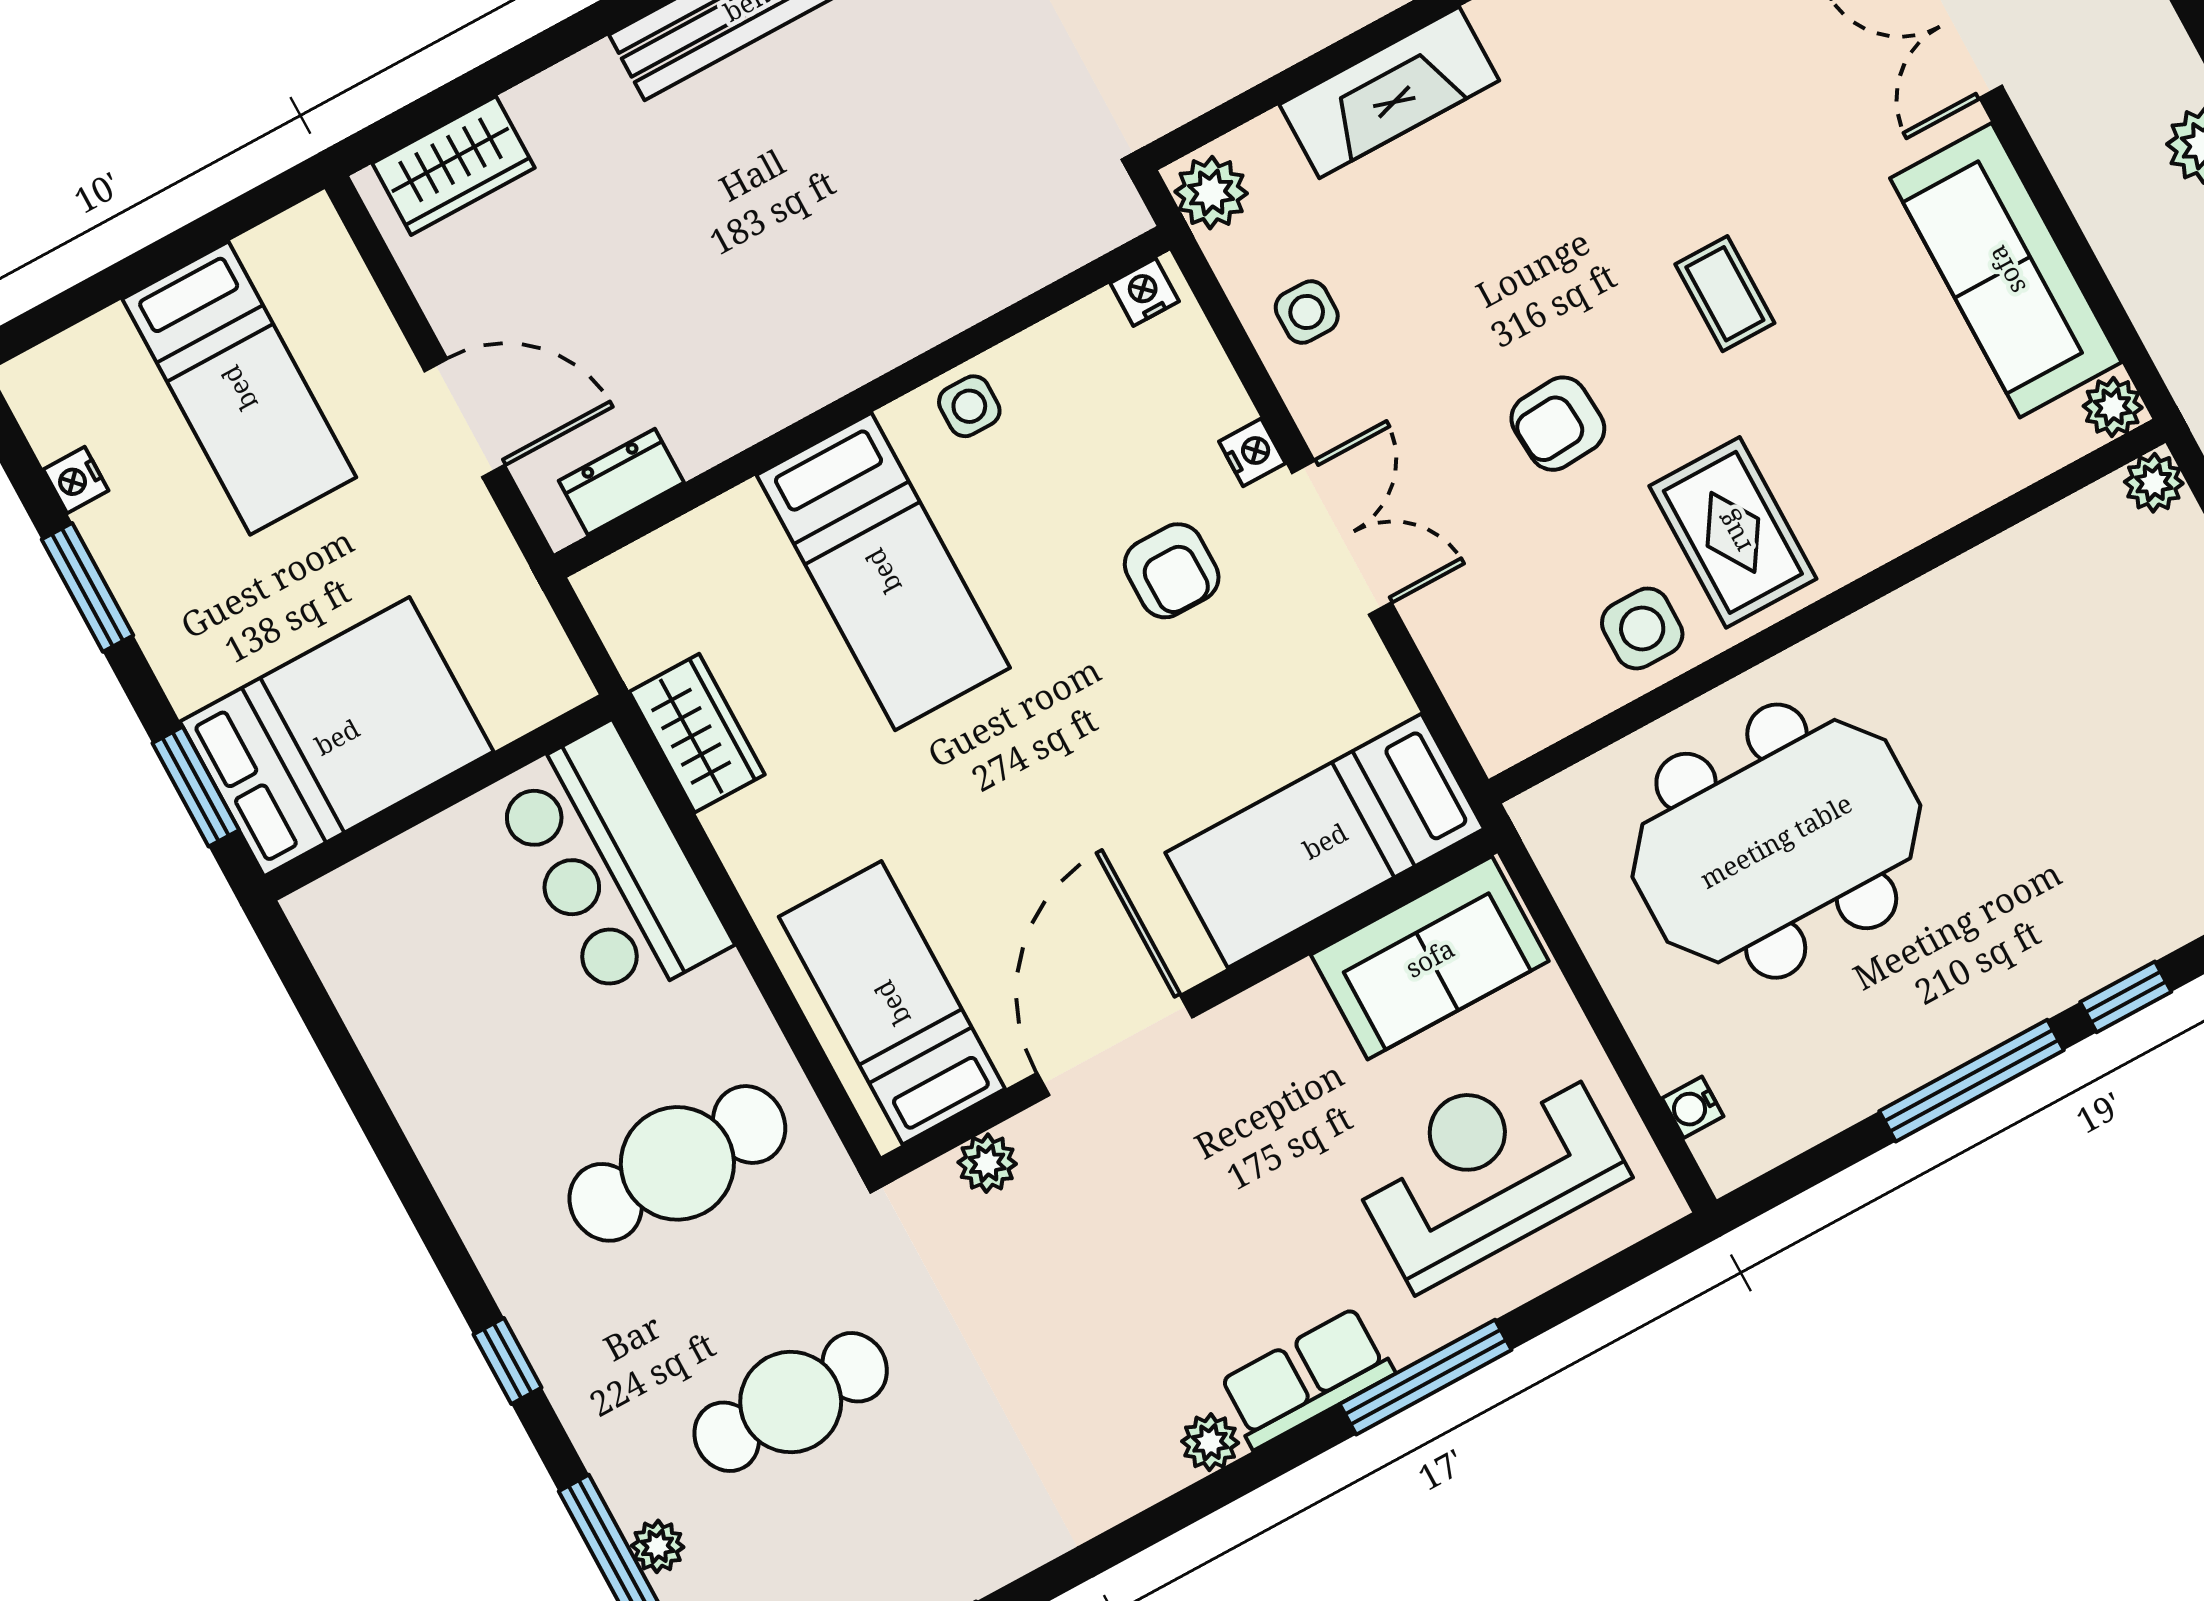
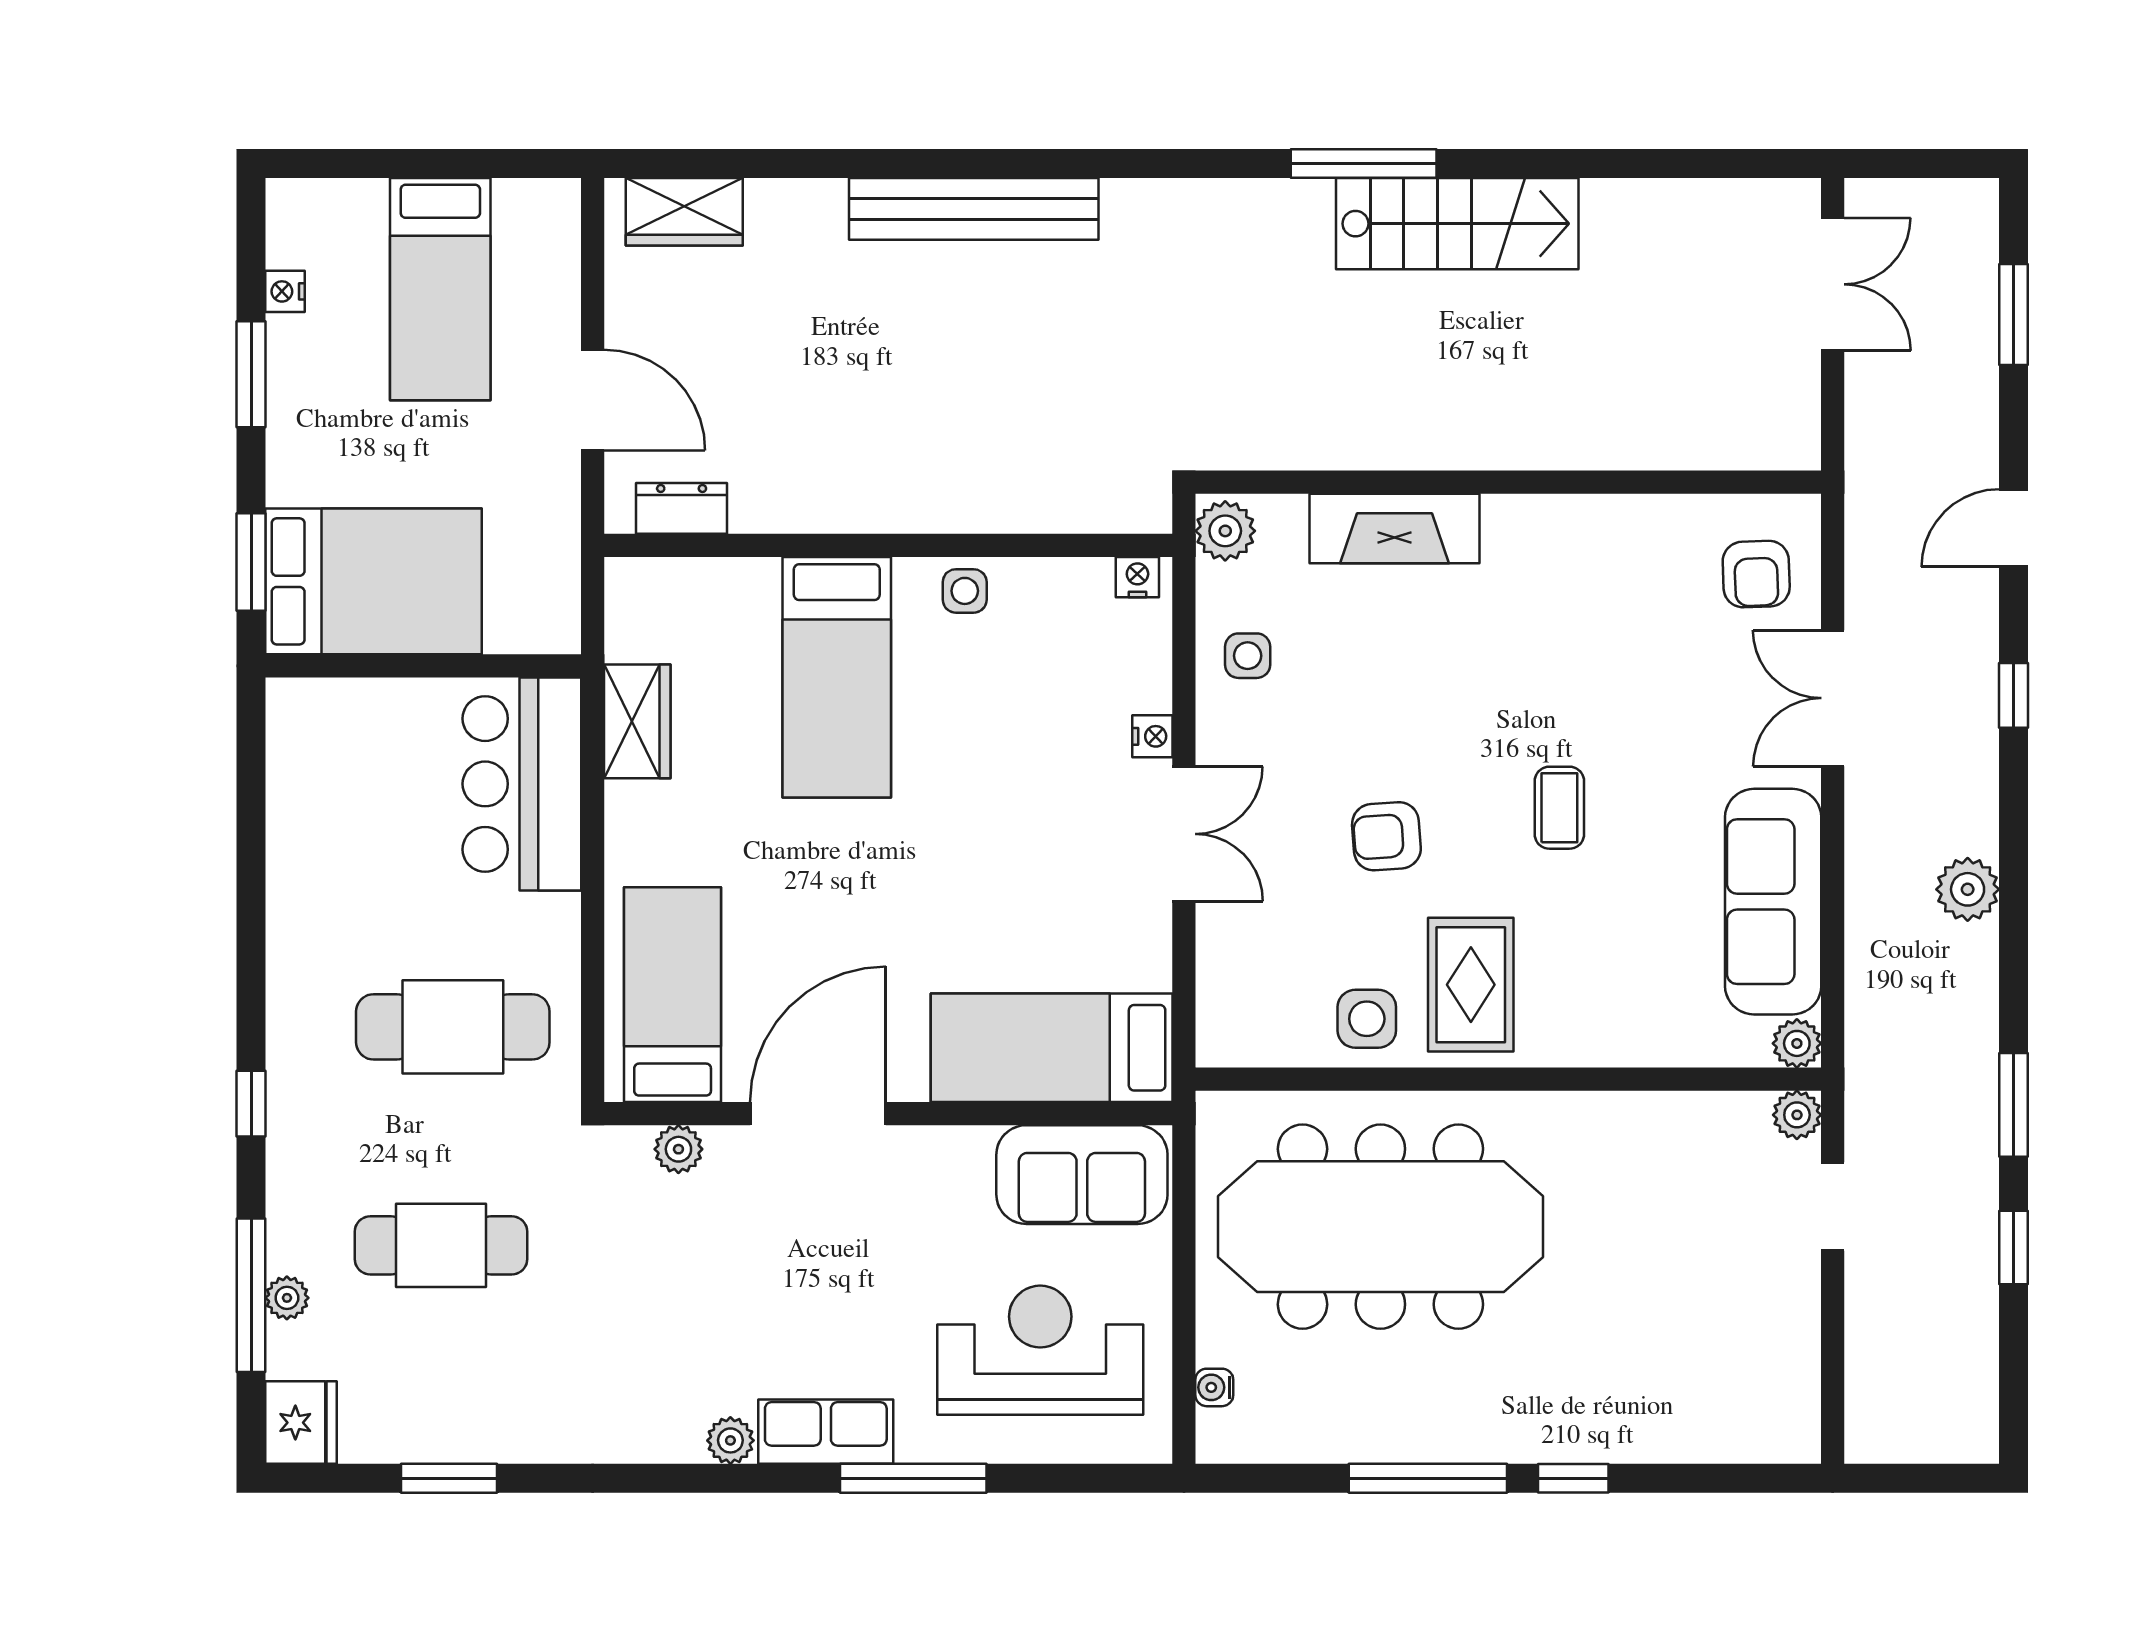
armchair: (1172, 571) -> (1047, 791), removed
meeting table: (1776, 841) -> (1380, 1227), width x1.36

